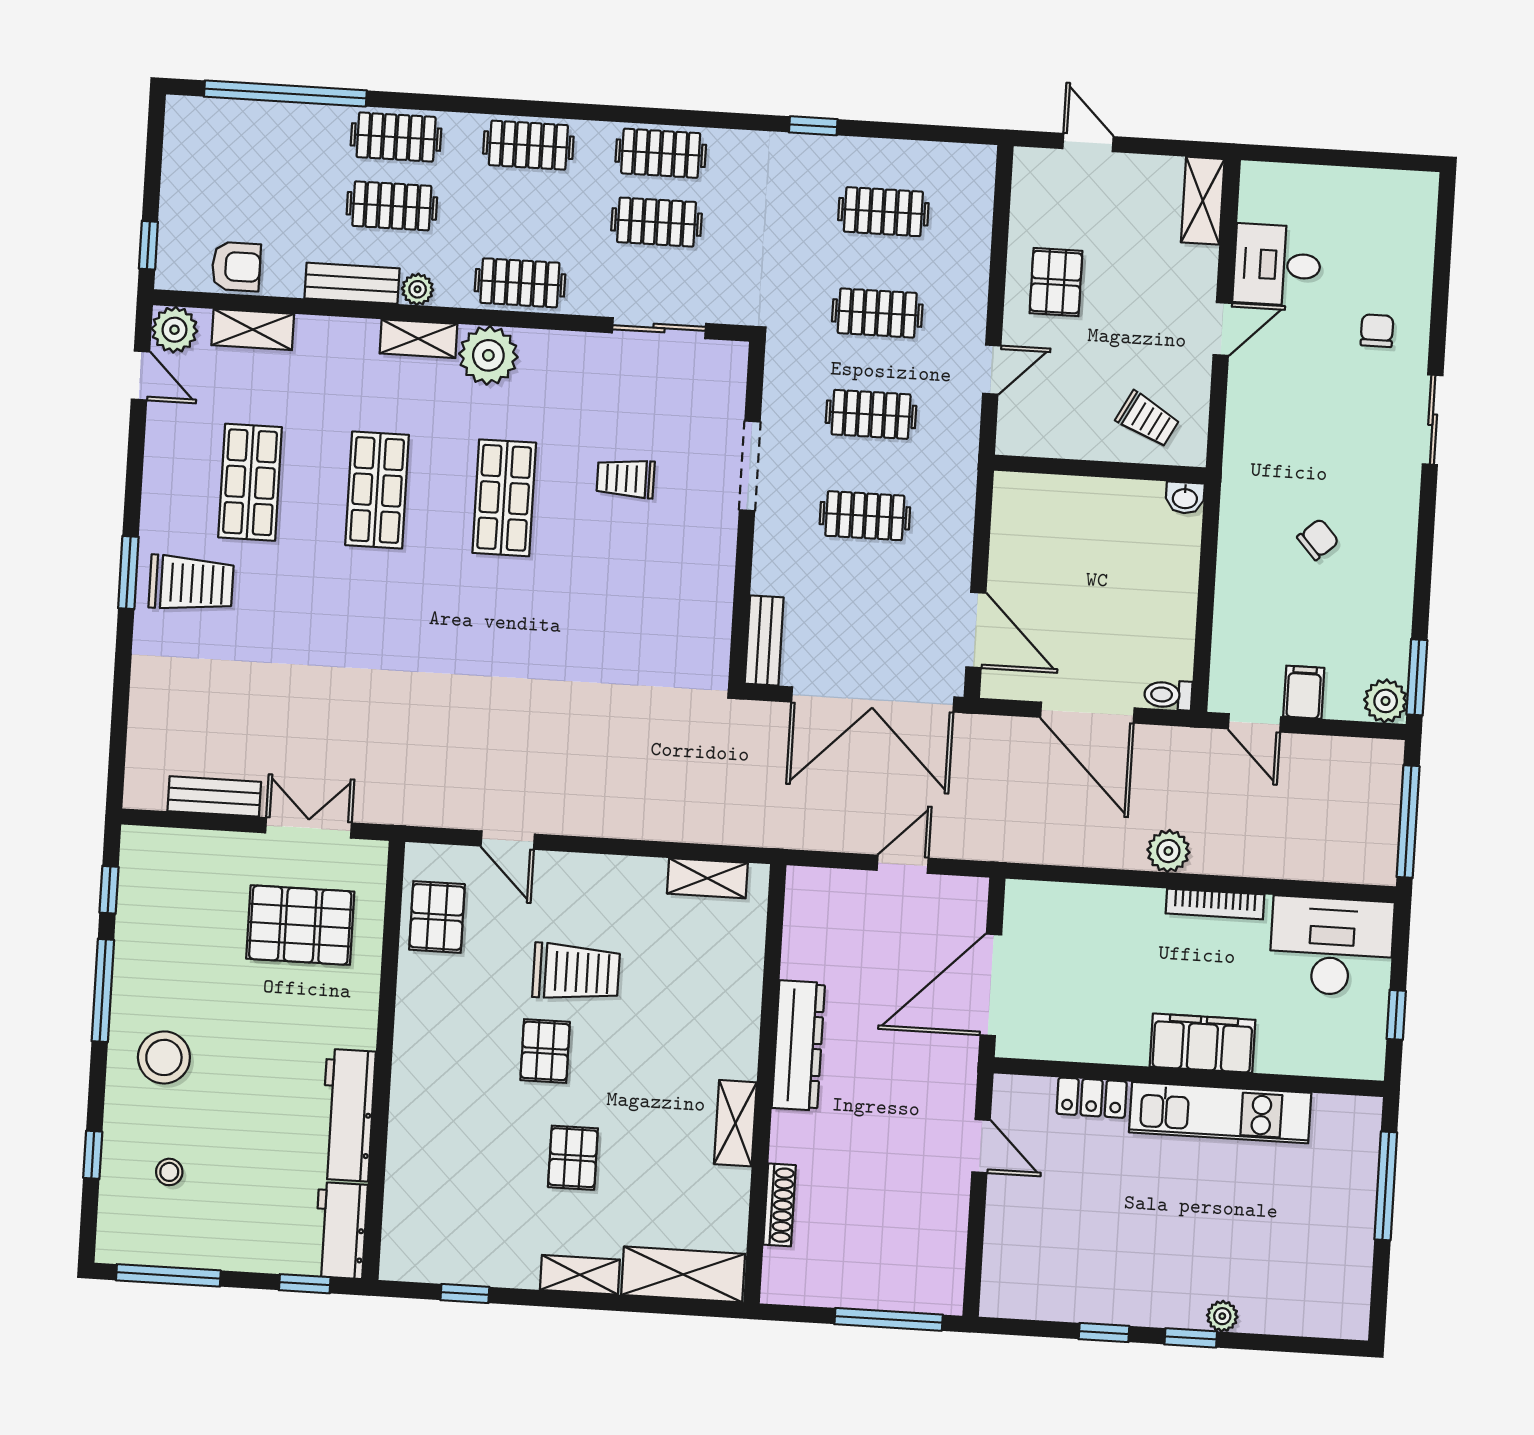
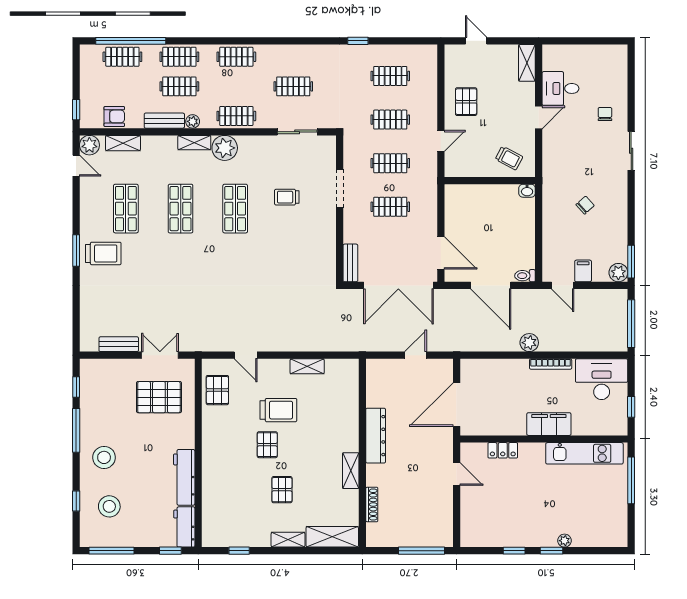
clothes rail: (661, 153) -> (122, 57), moved
shelving: (707, 878) -> (307, 366), moved
kitchen unit: (1220, 1113) -> (584, 453), moved
stool: (169, 1172) -> (109, 506), width x1.89, depth x1.89

